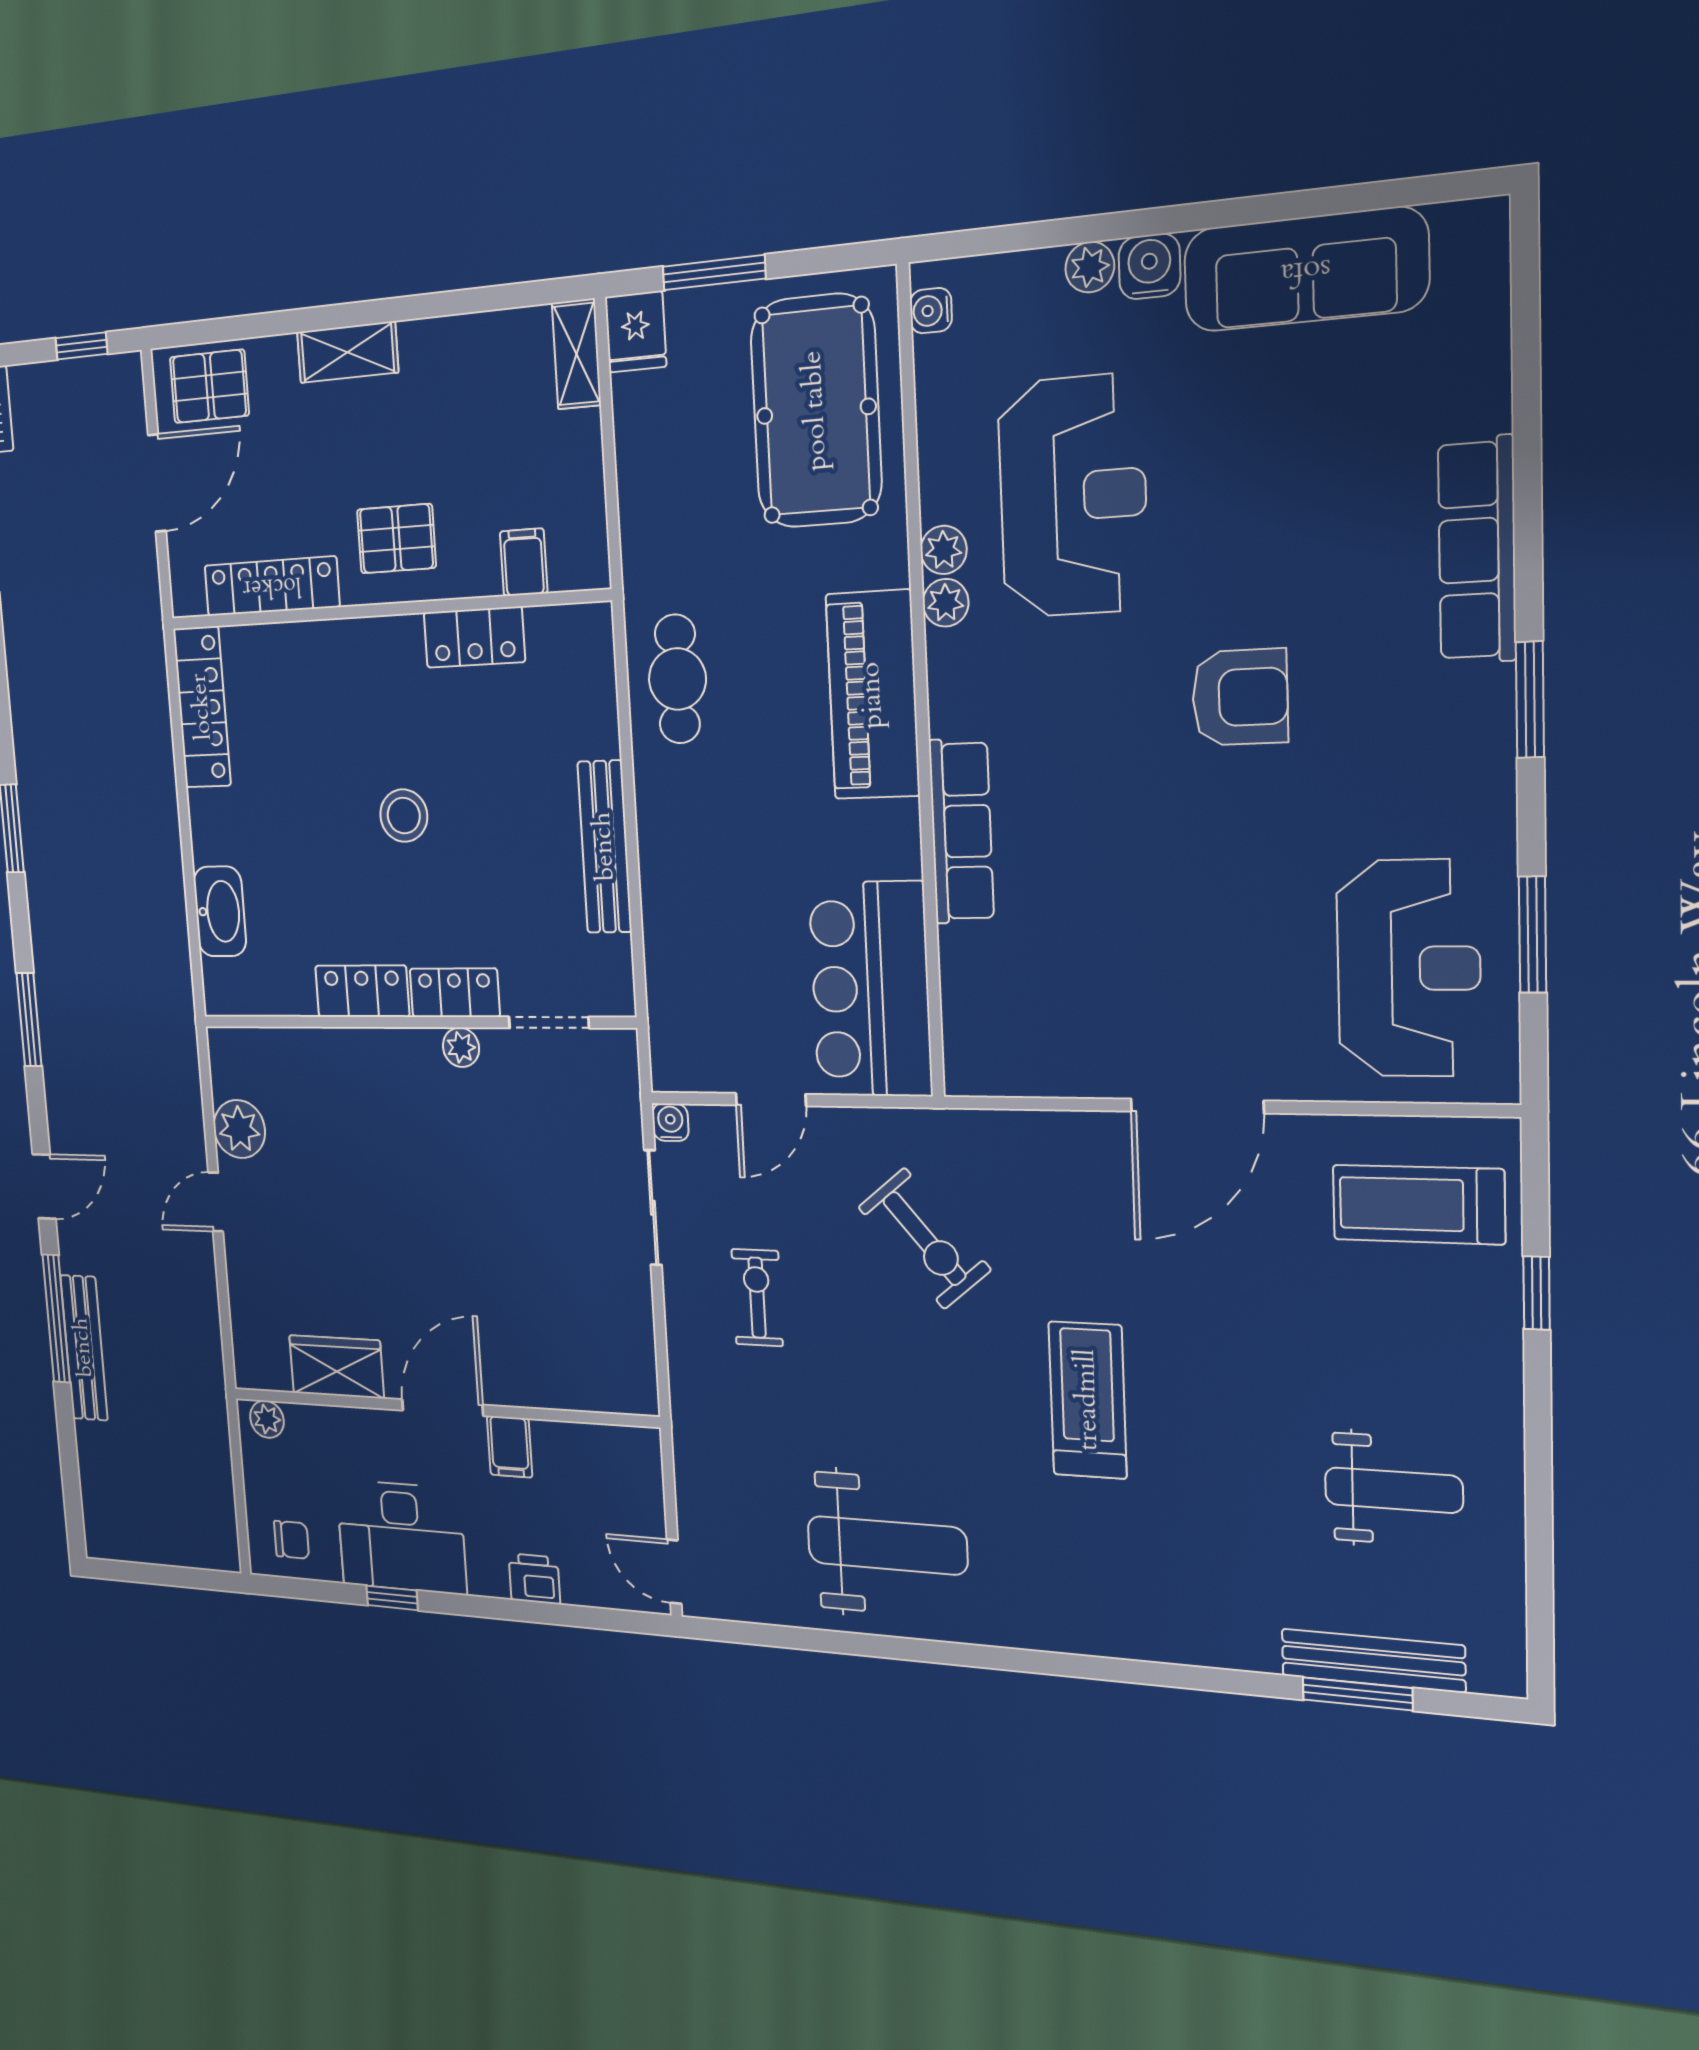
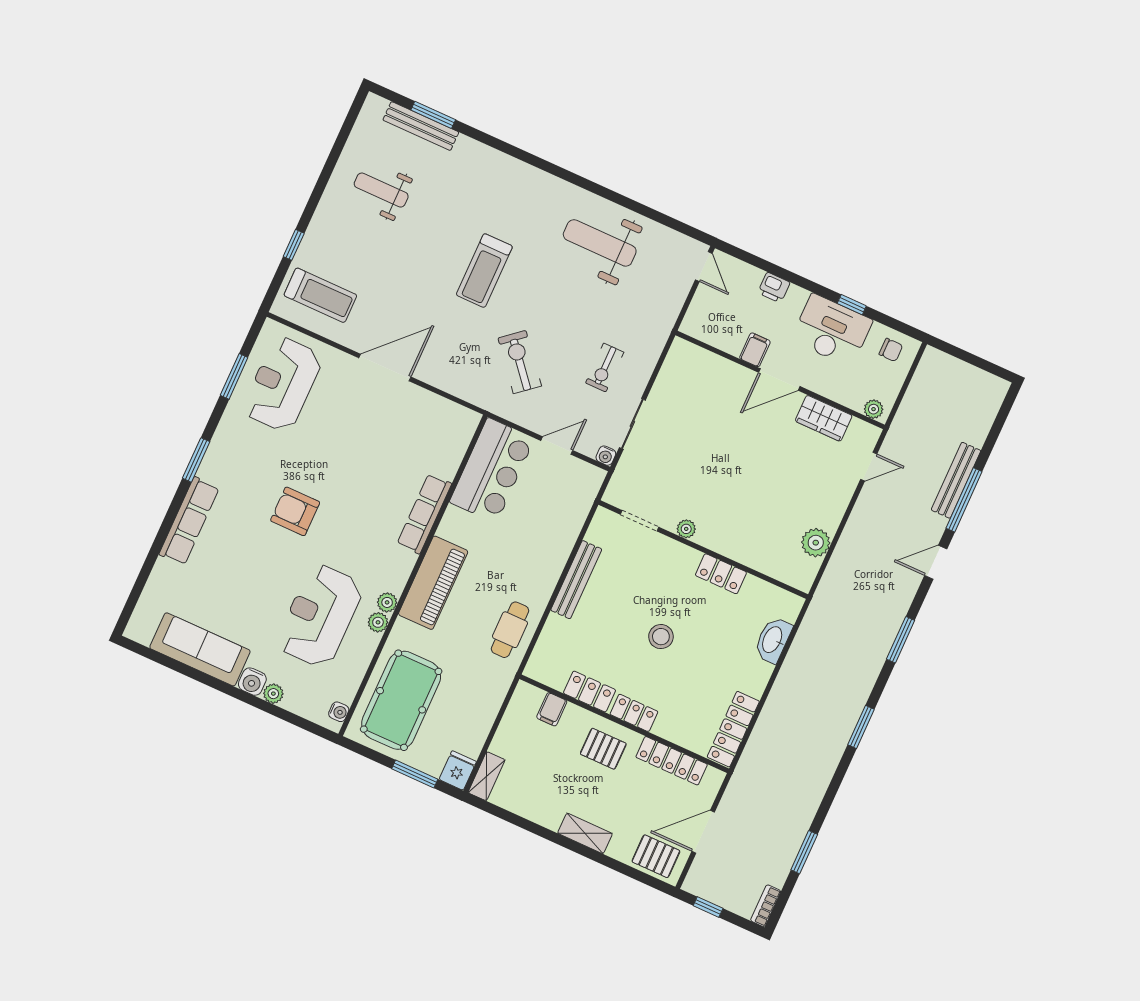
locker: (455, 993) -> (634, 713), moved, turned 180
door: (216, 1202) -> (869, 467), moved
chair: (292, 1540) -> (891, 350), turned 180

